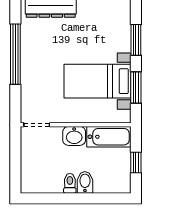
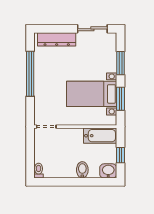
washbasin: (74, 136) -> (108, 171), moved, turned 180
toilet: (70, 183) -> (39, 171), moved

